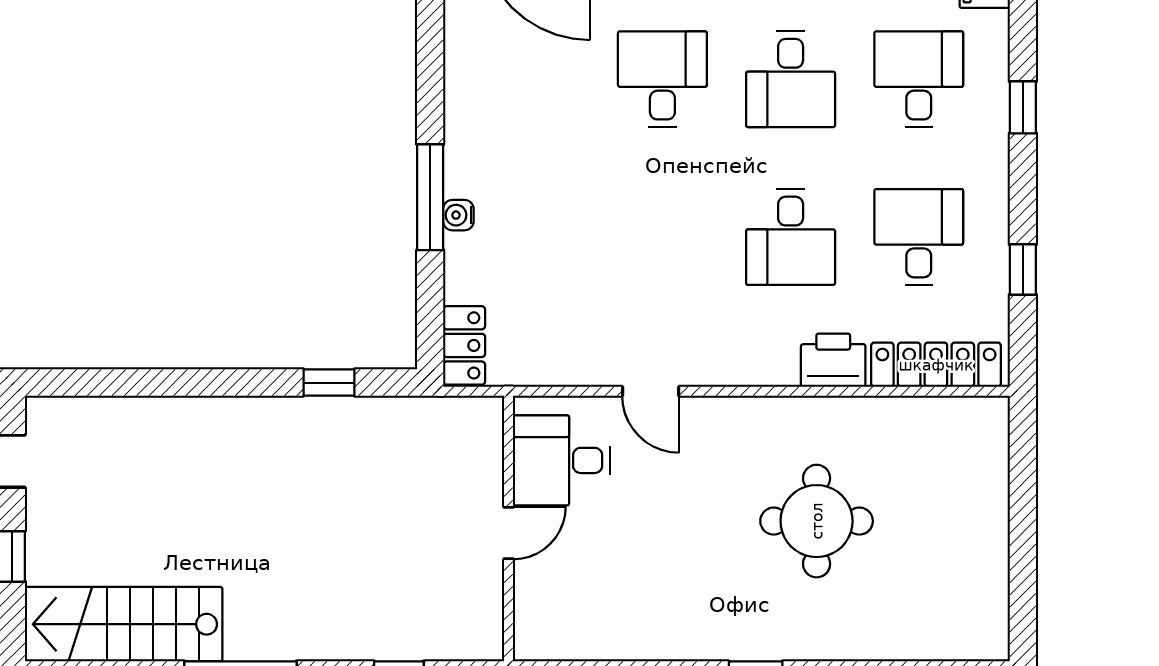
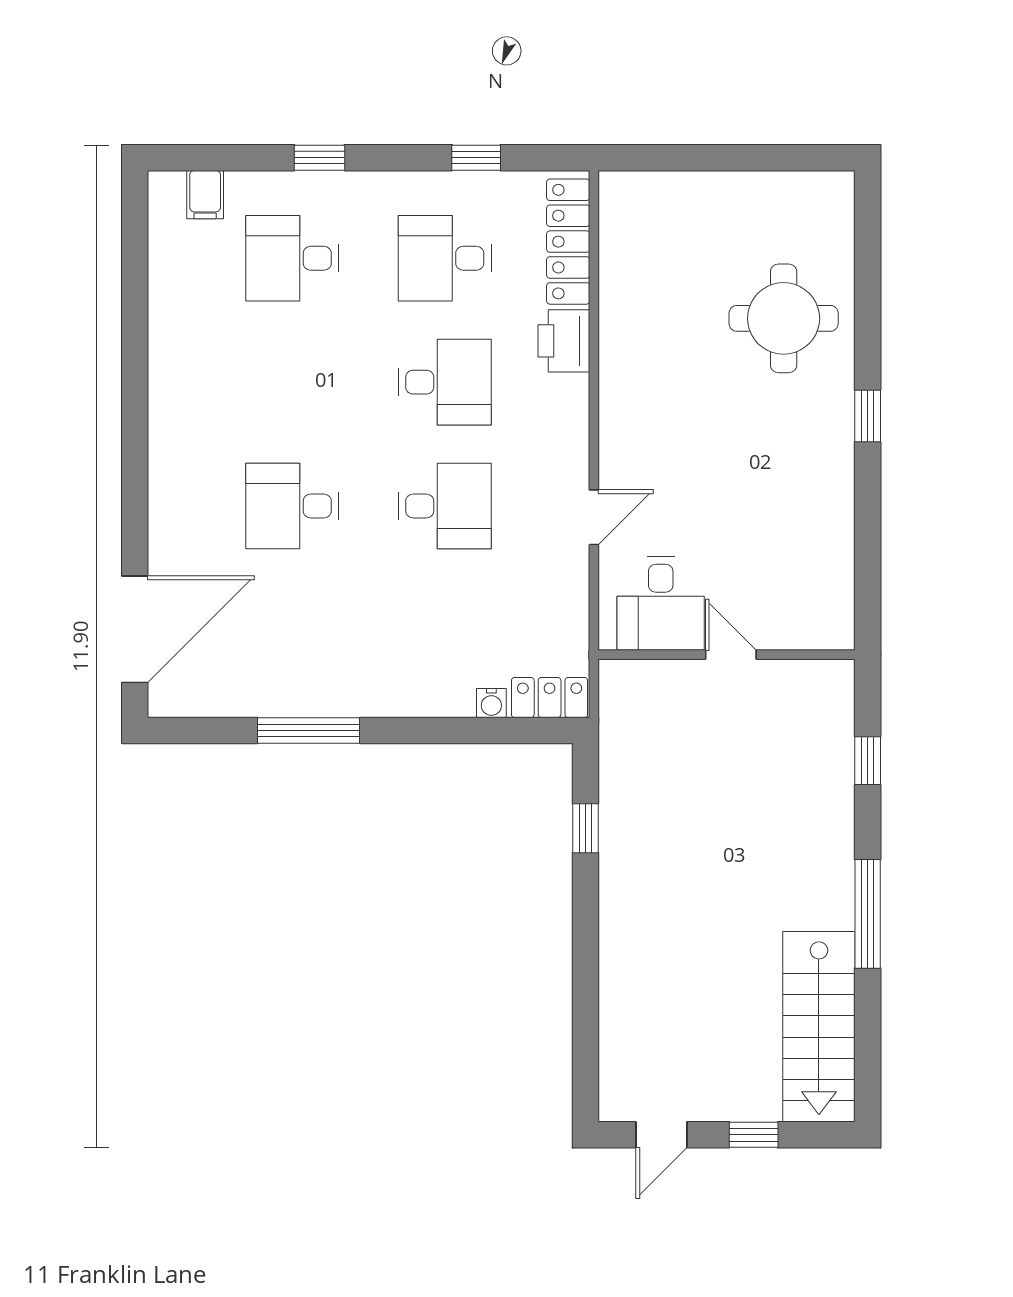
desk: (791, 79) -> (445, 506), moved
window: (430, 197) -> (309, 730), moved
water cooler: (458, 215) -> (491, 703), moved
round table: (817, 521) -> (784, 318), moved

